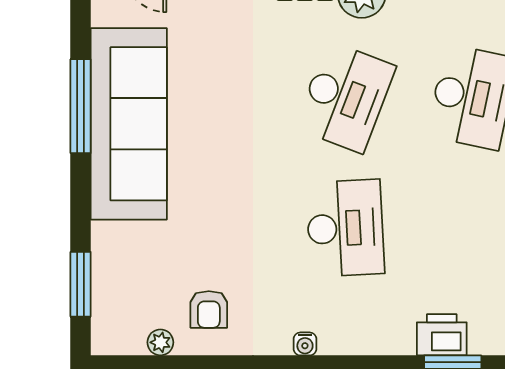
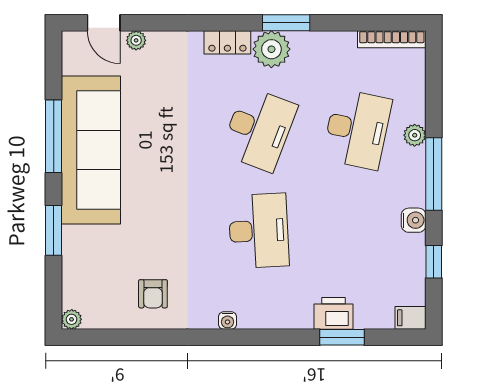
window: (81, 284) -> (54, 230), moved
plant: (160, 342) -> (72, 319), moved

